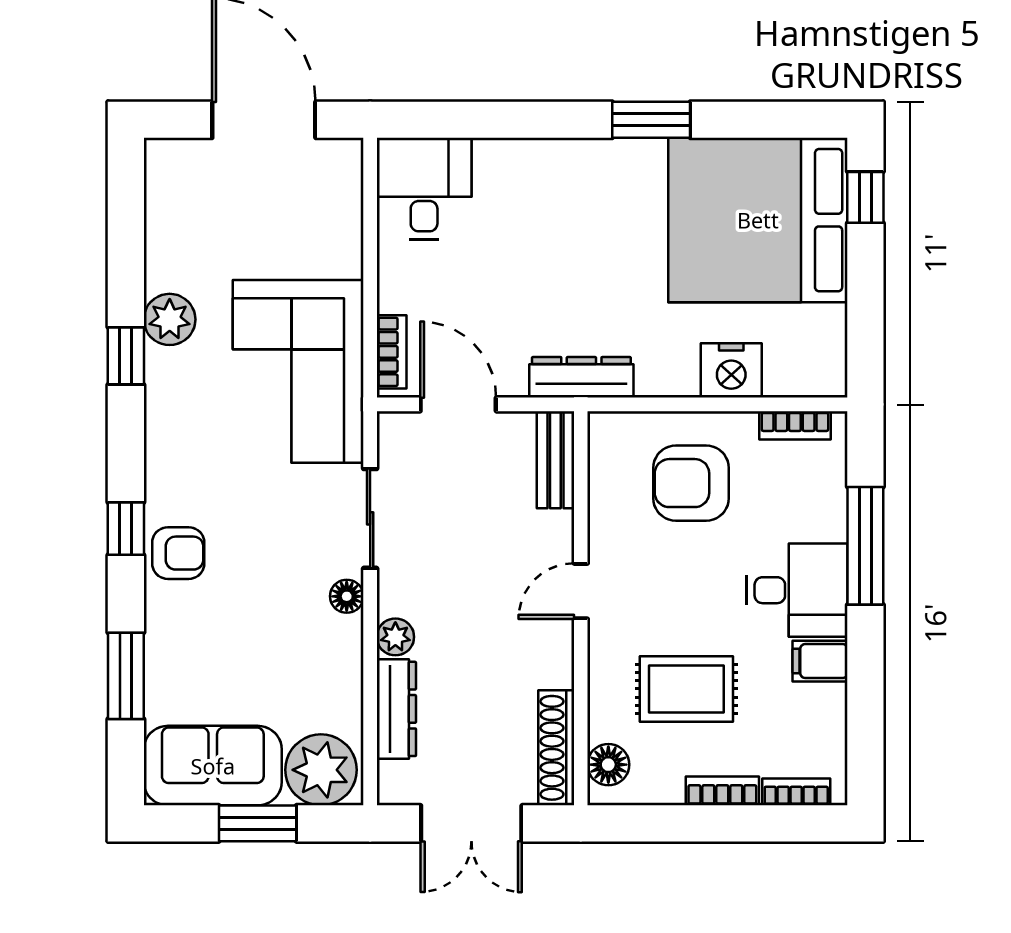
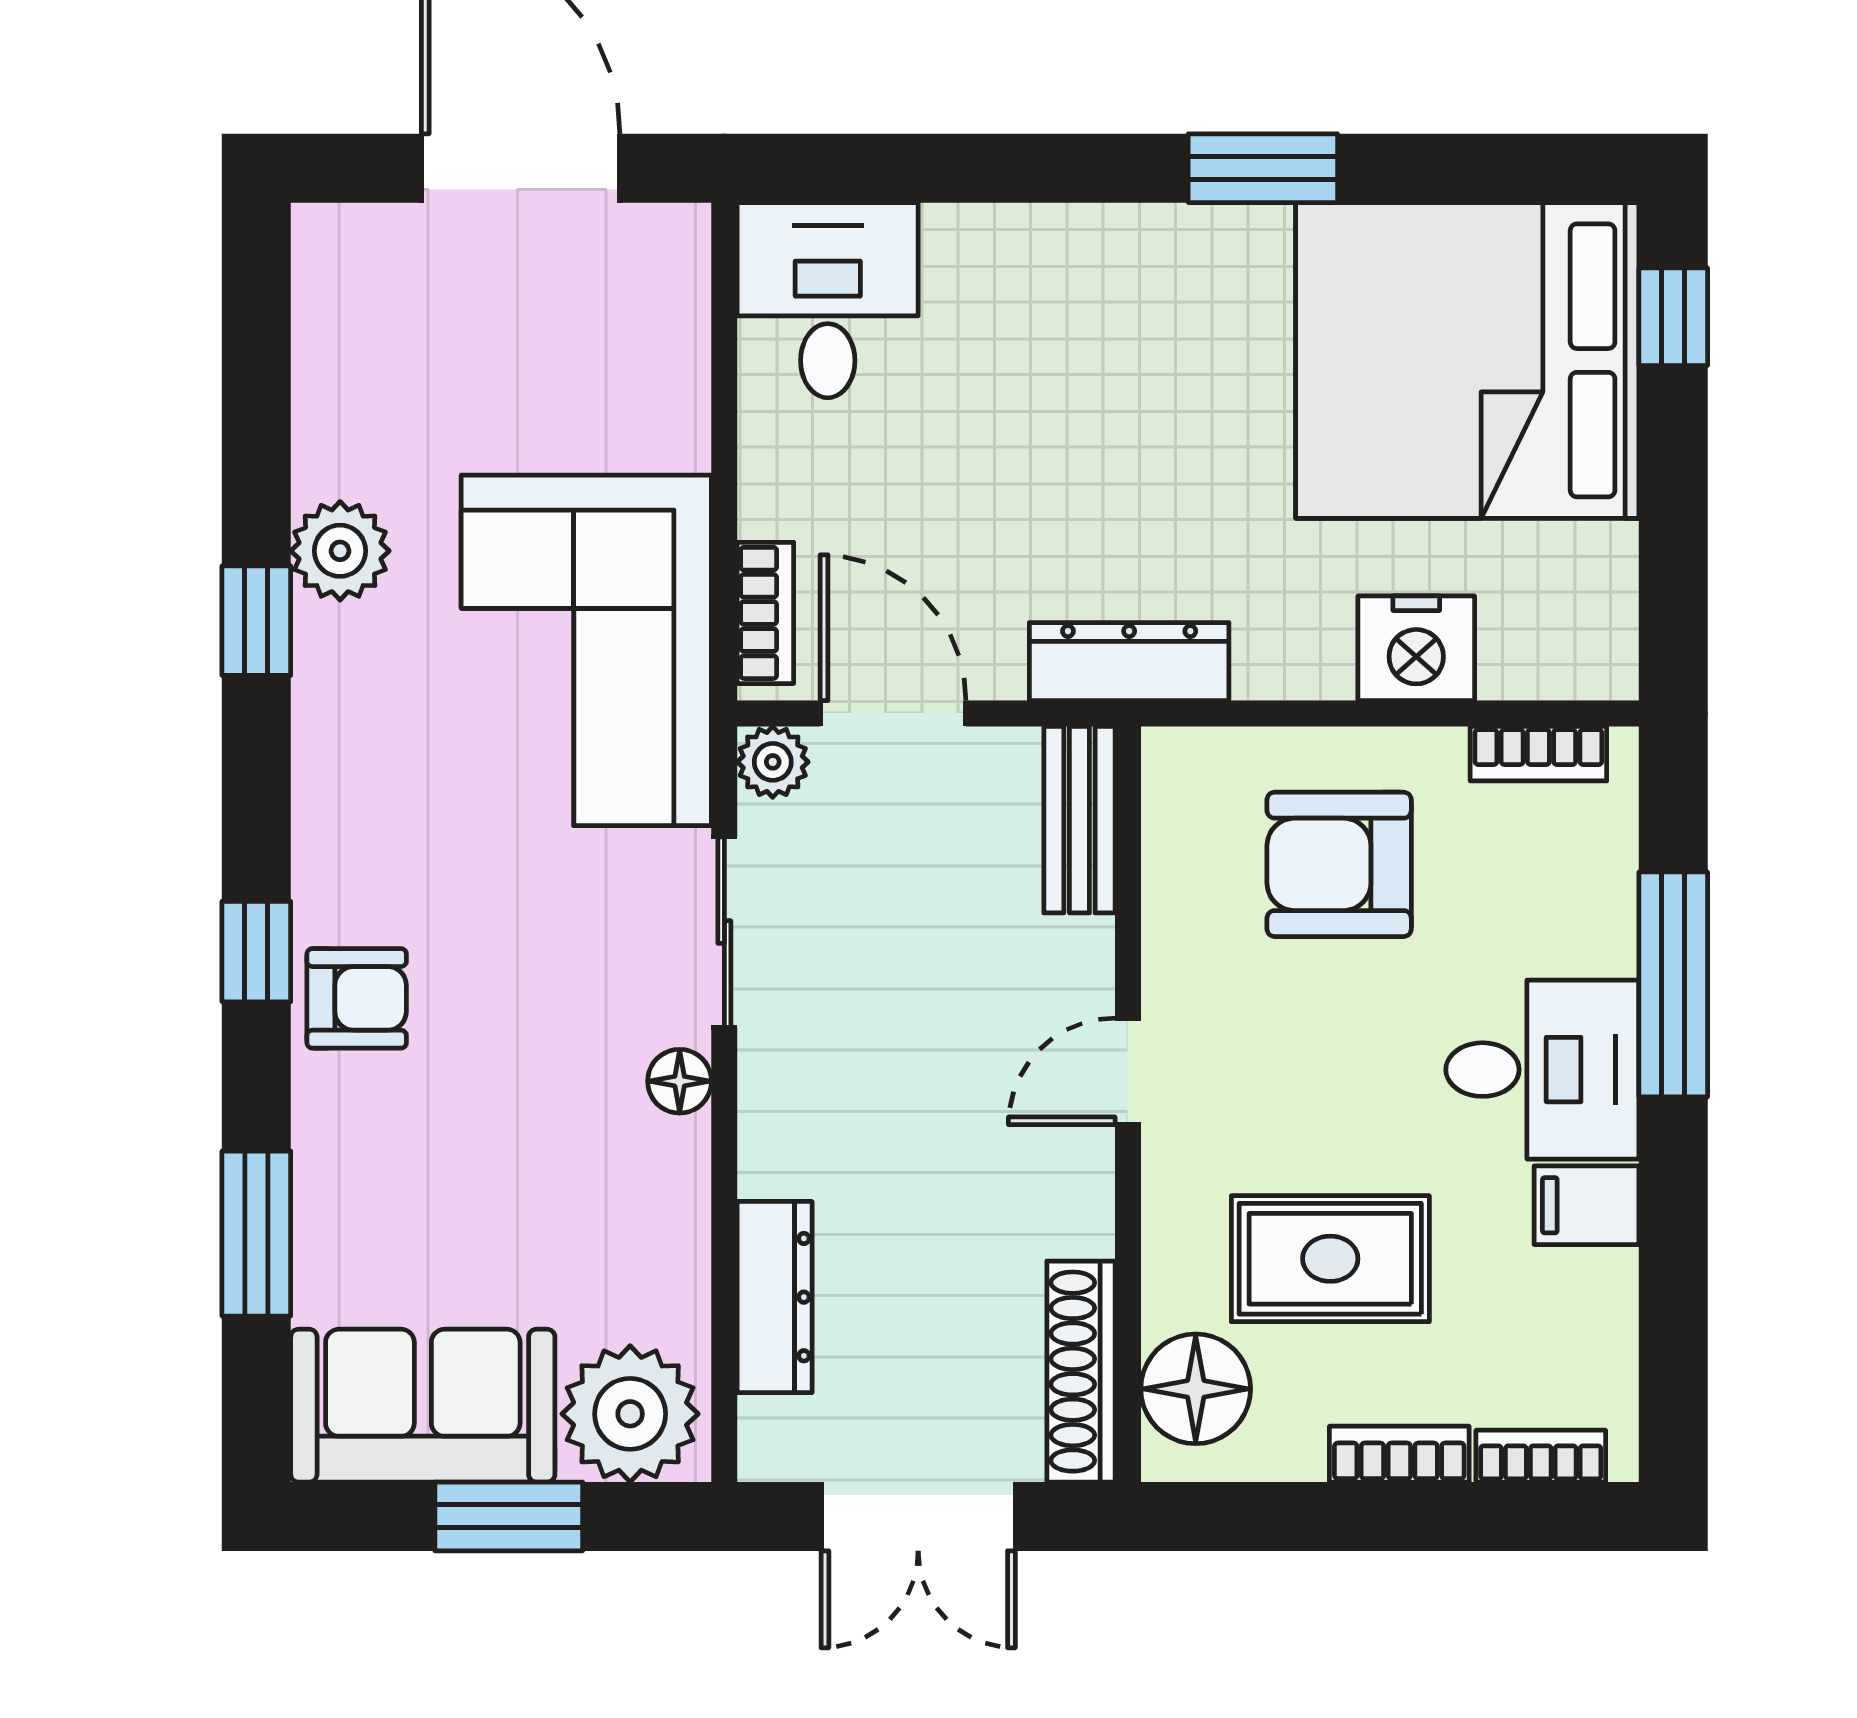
plant: (395, 637) -> (773, 762), moved
floor lamp: (608, 765) -> (1196, 1389), width x1.38, depth x1.38

